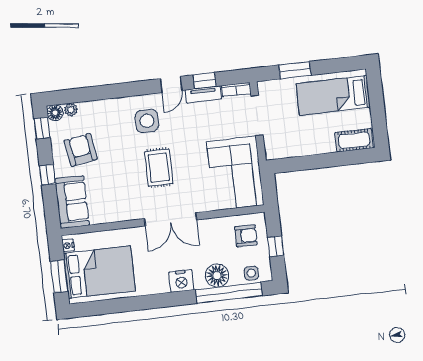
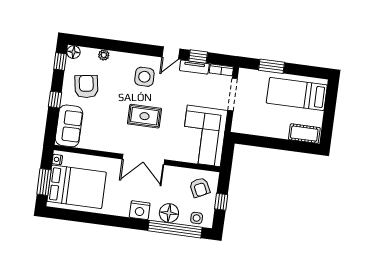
plant: (71, 110) -> (104, 55), moved
rug: (159, 168) -> (144, 116), turned 90
armchair: (246, 236) -> (200, 187), turned 64

